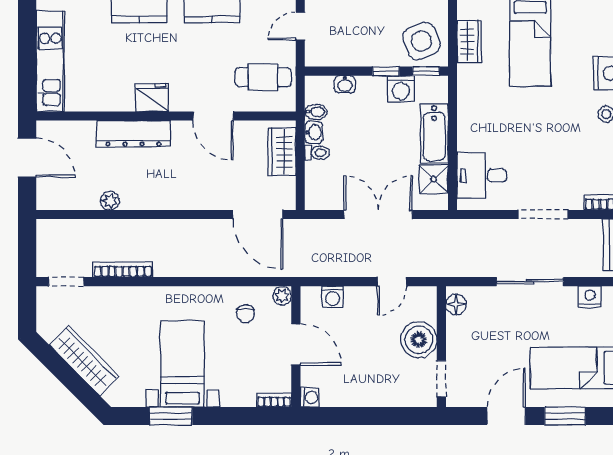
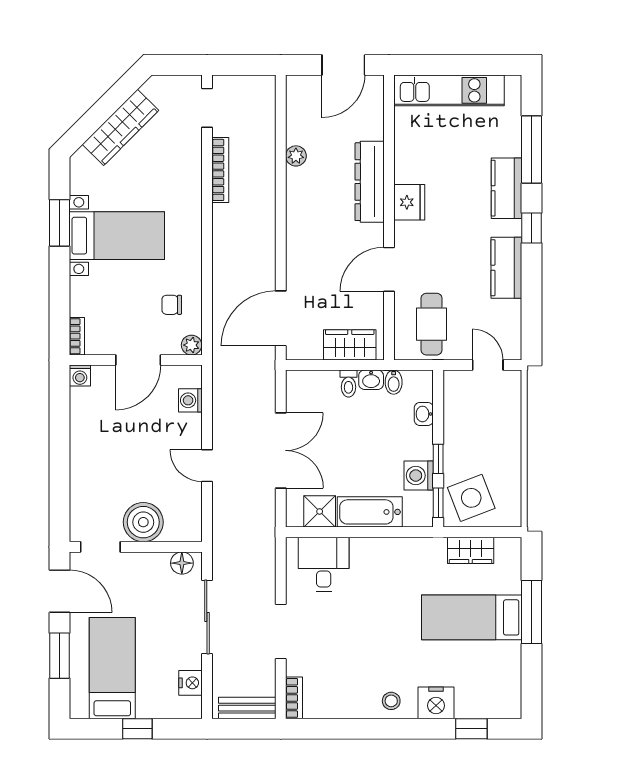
floor lamp: (456, 305) -> (182, 563), moved
boiler: (419, 340) -> (143, 522), moved
wall: (441, 347) -> (136, 547), moved
doorway: (441, 379) -> (100, 547), moved

